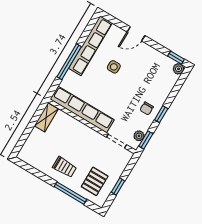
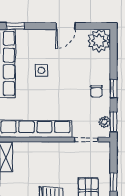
door: (136, 34) -> (66, 26), moved
window: (176, 58) -> (15, 26), moved
plant: (179, 69) -> (99, 41), width x1.87, depth x1.87

